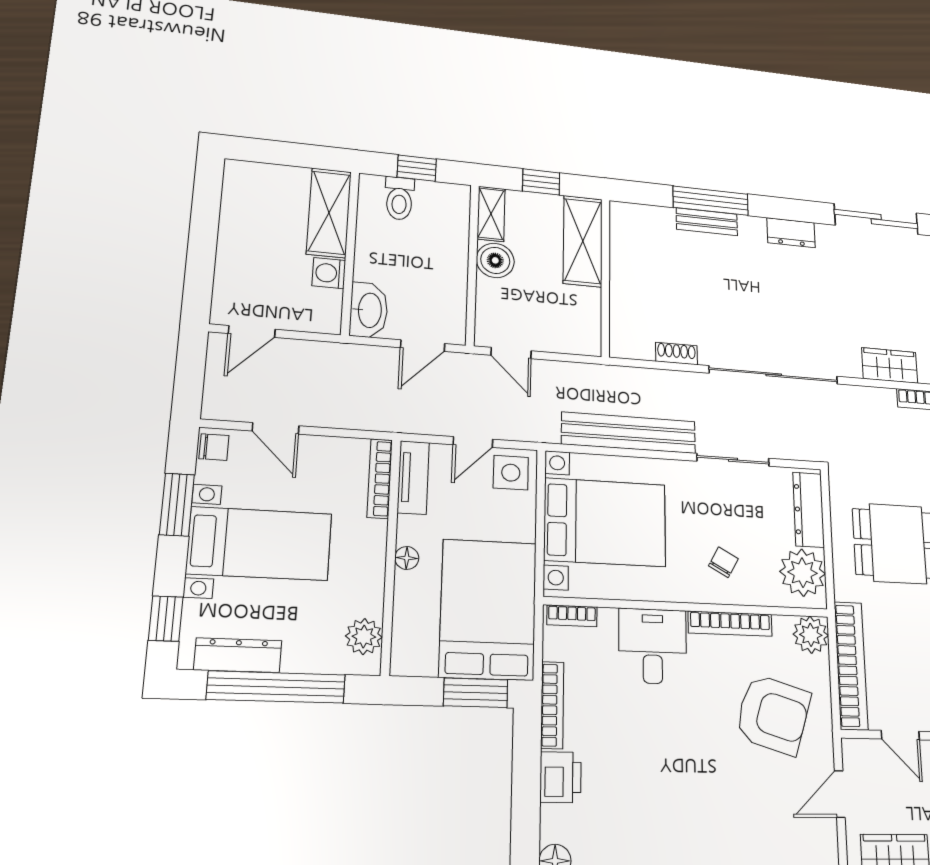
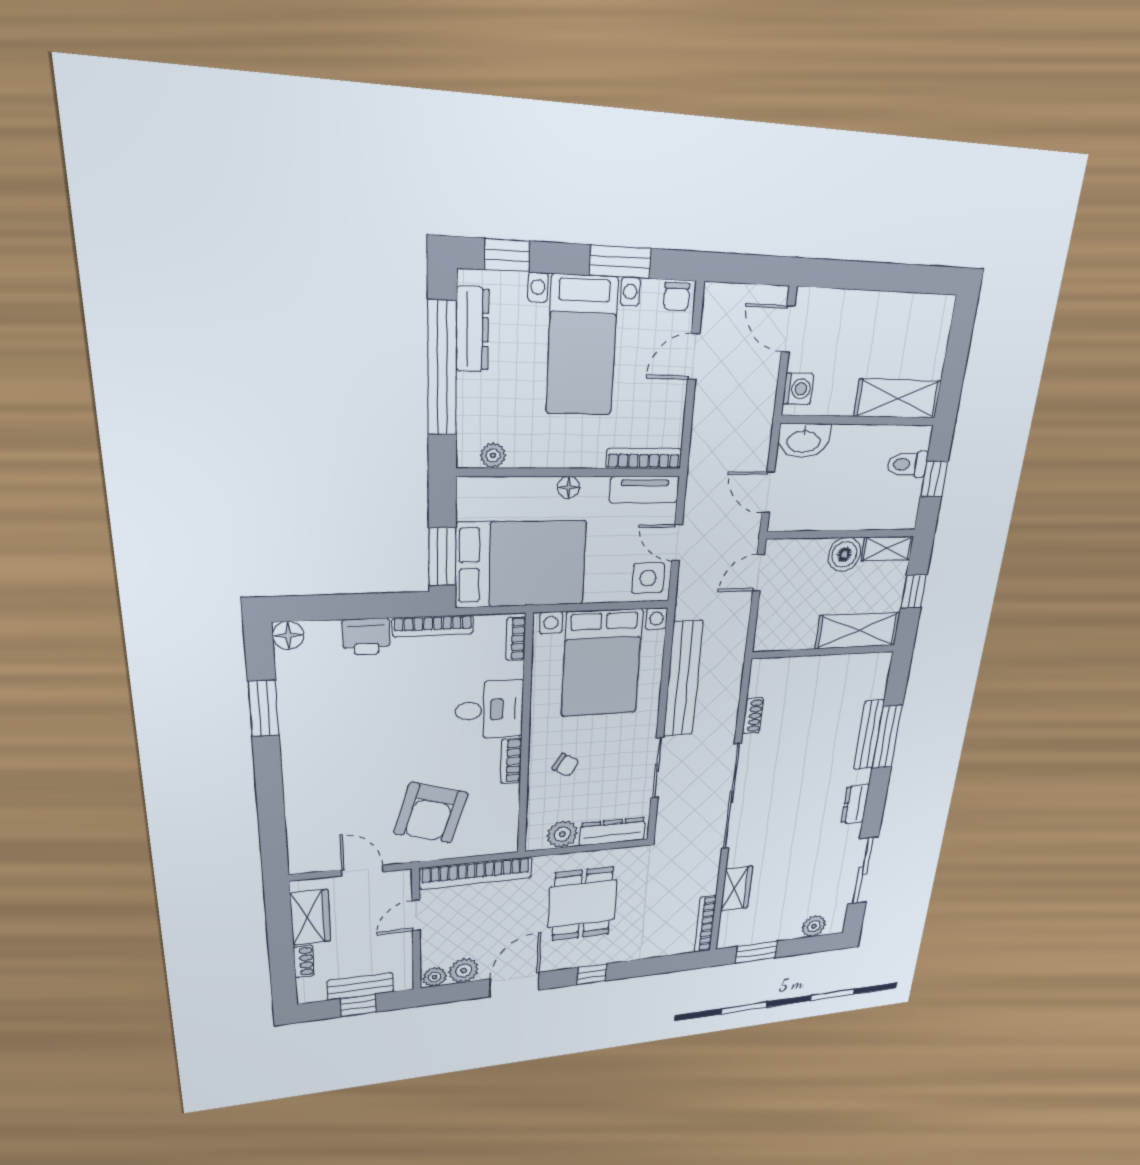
bench: (707, 222) -> (869, 735), width x1.36
washing machine: (329, 273) -> (798, 389), moved, turned 90
plant: (803, 573) -> (562, 834), width x0.73, depth x0.73
bookcase: (730, 624) -> (511, 761), width x0.64
plant: (811, 635) -> (502, 839), removed
plant: (364, 637) -> (493, 455), width x0.73, depth x0.73

